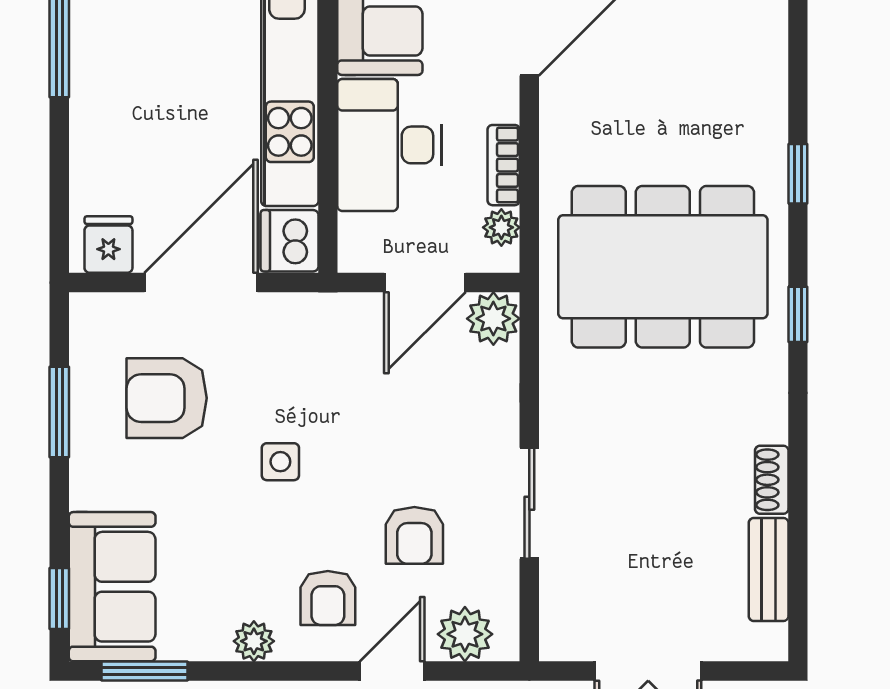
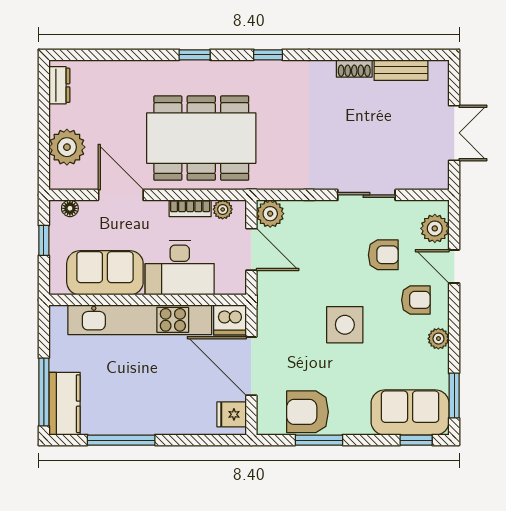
dining table: (663, 267) -> (201, 138), moved, turned 90
armchair: (167, 398) -> (308, 412), moved, turned 90
side table: (280, 462) -> (345, 325), width x1.87, depth x1.87

